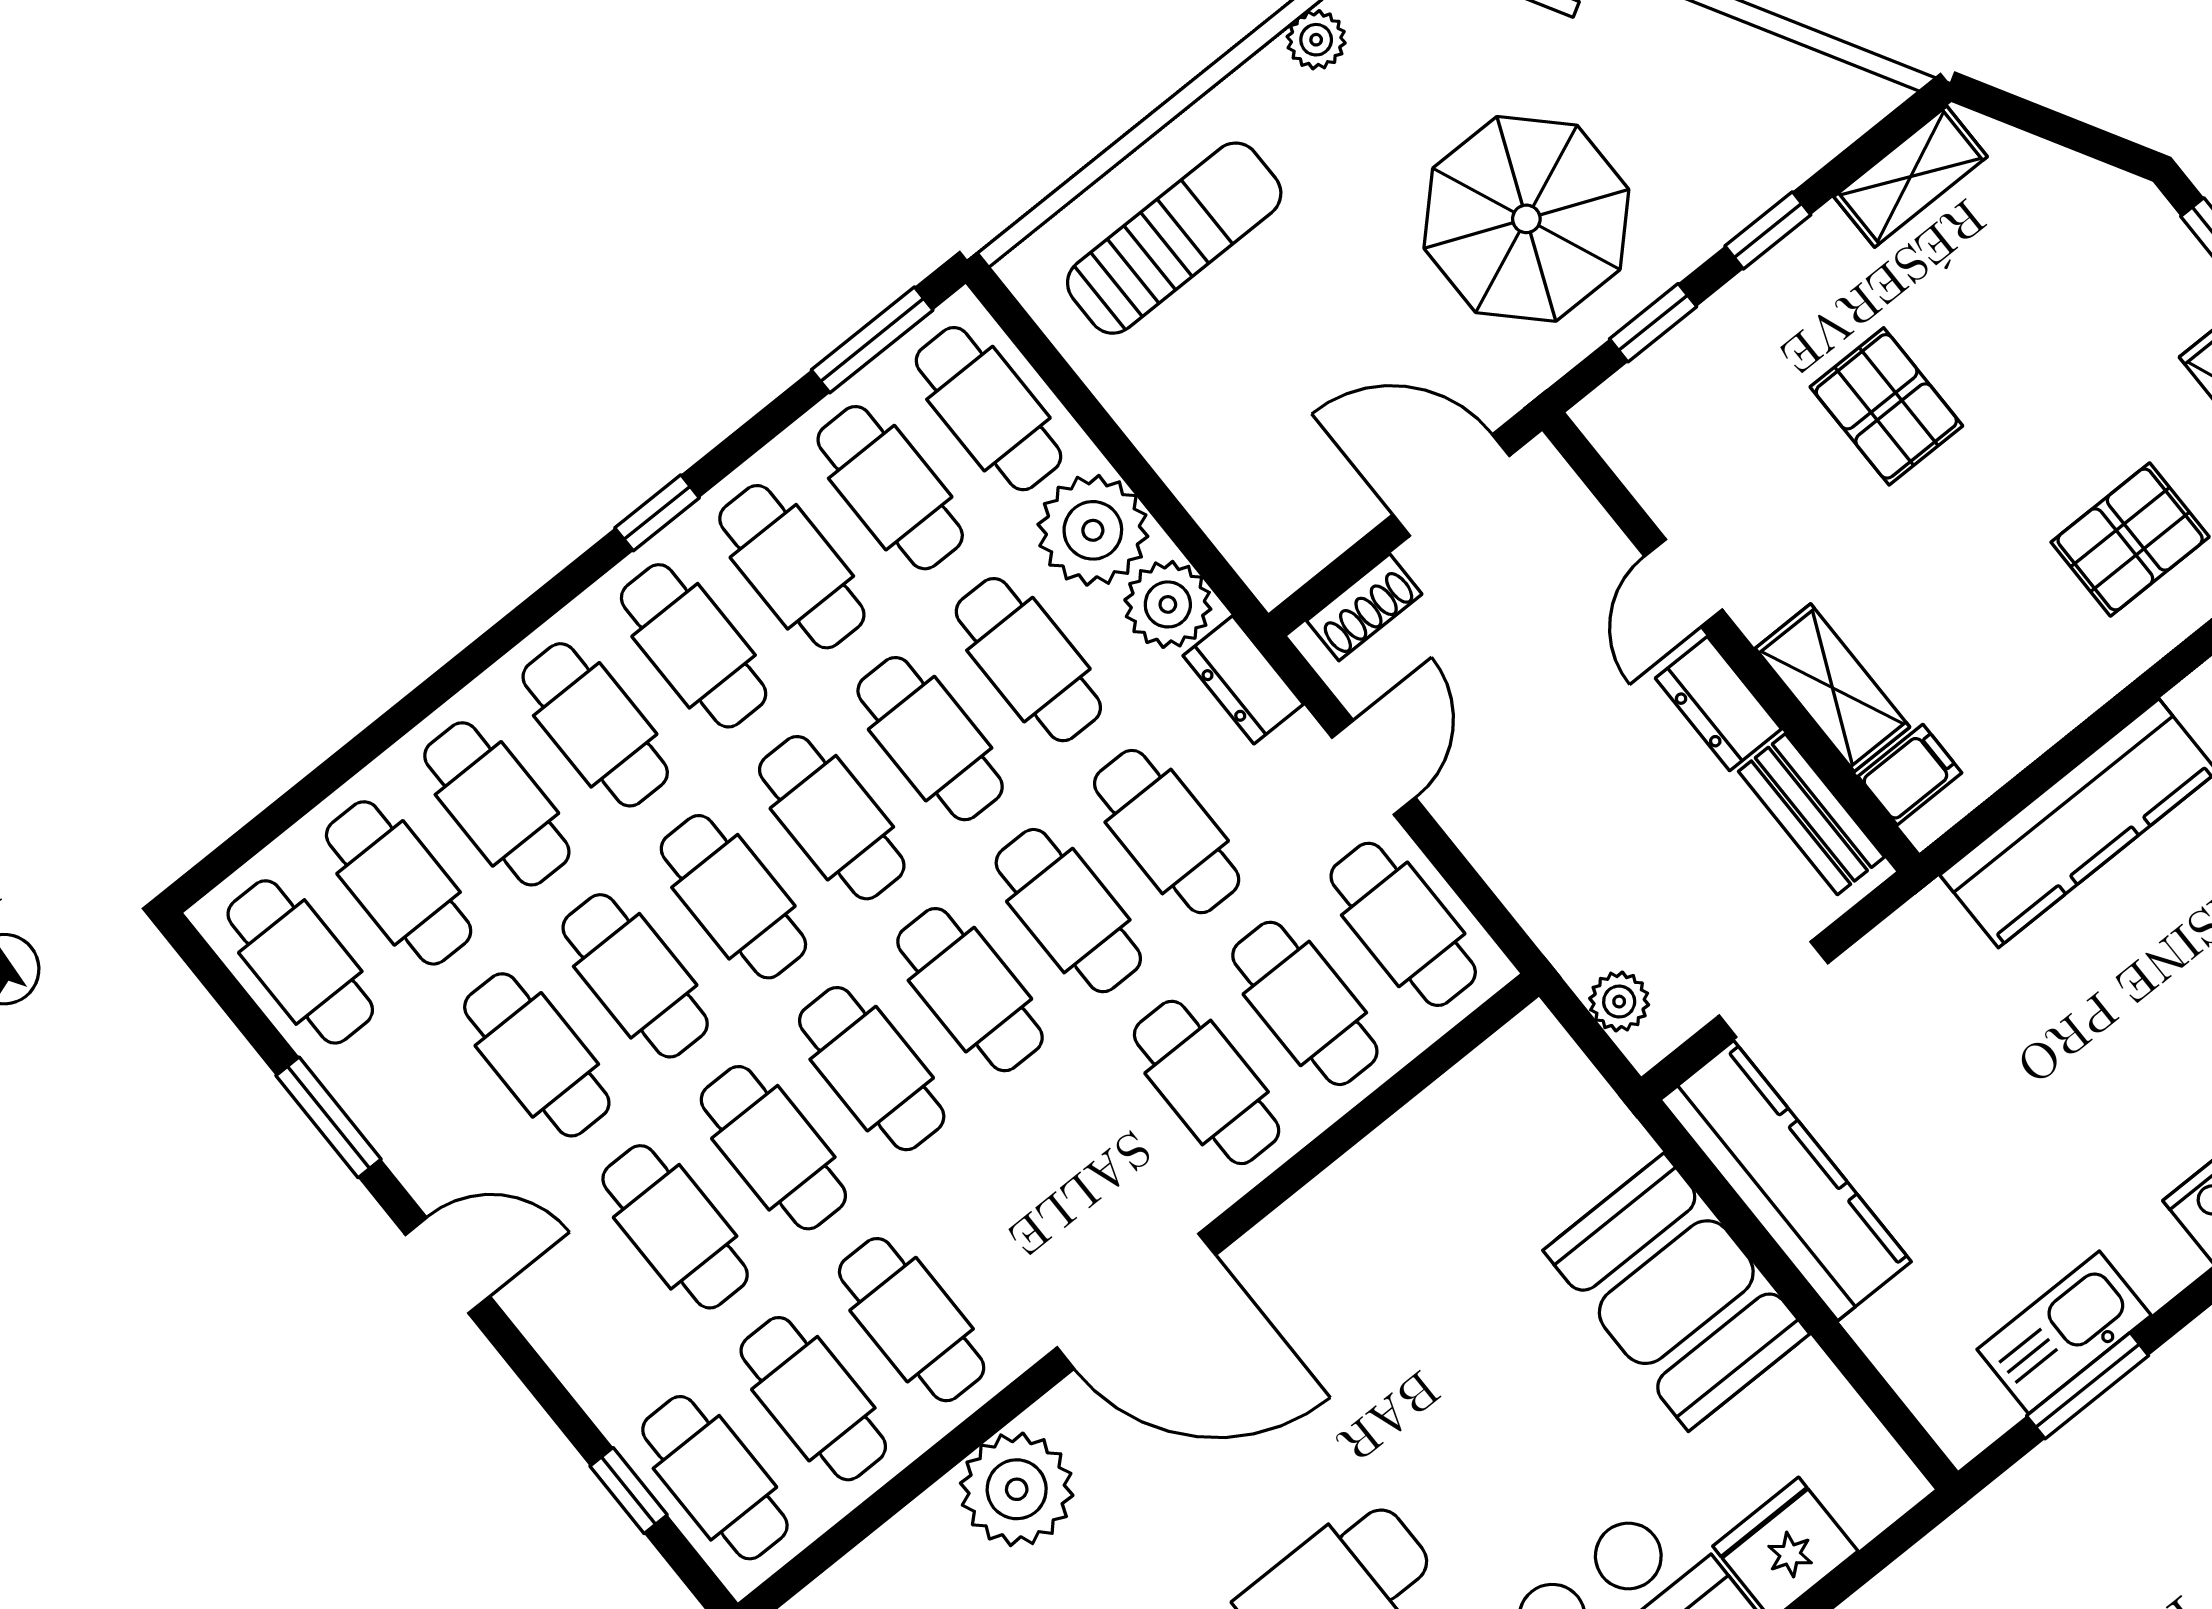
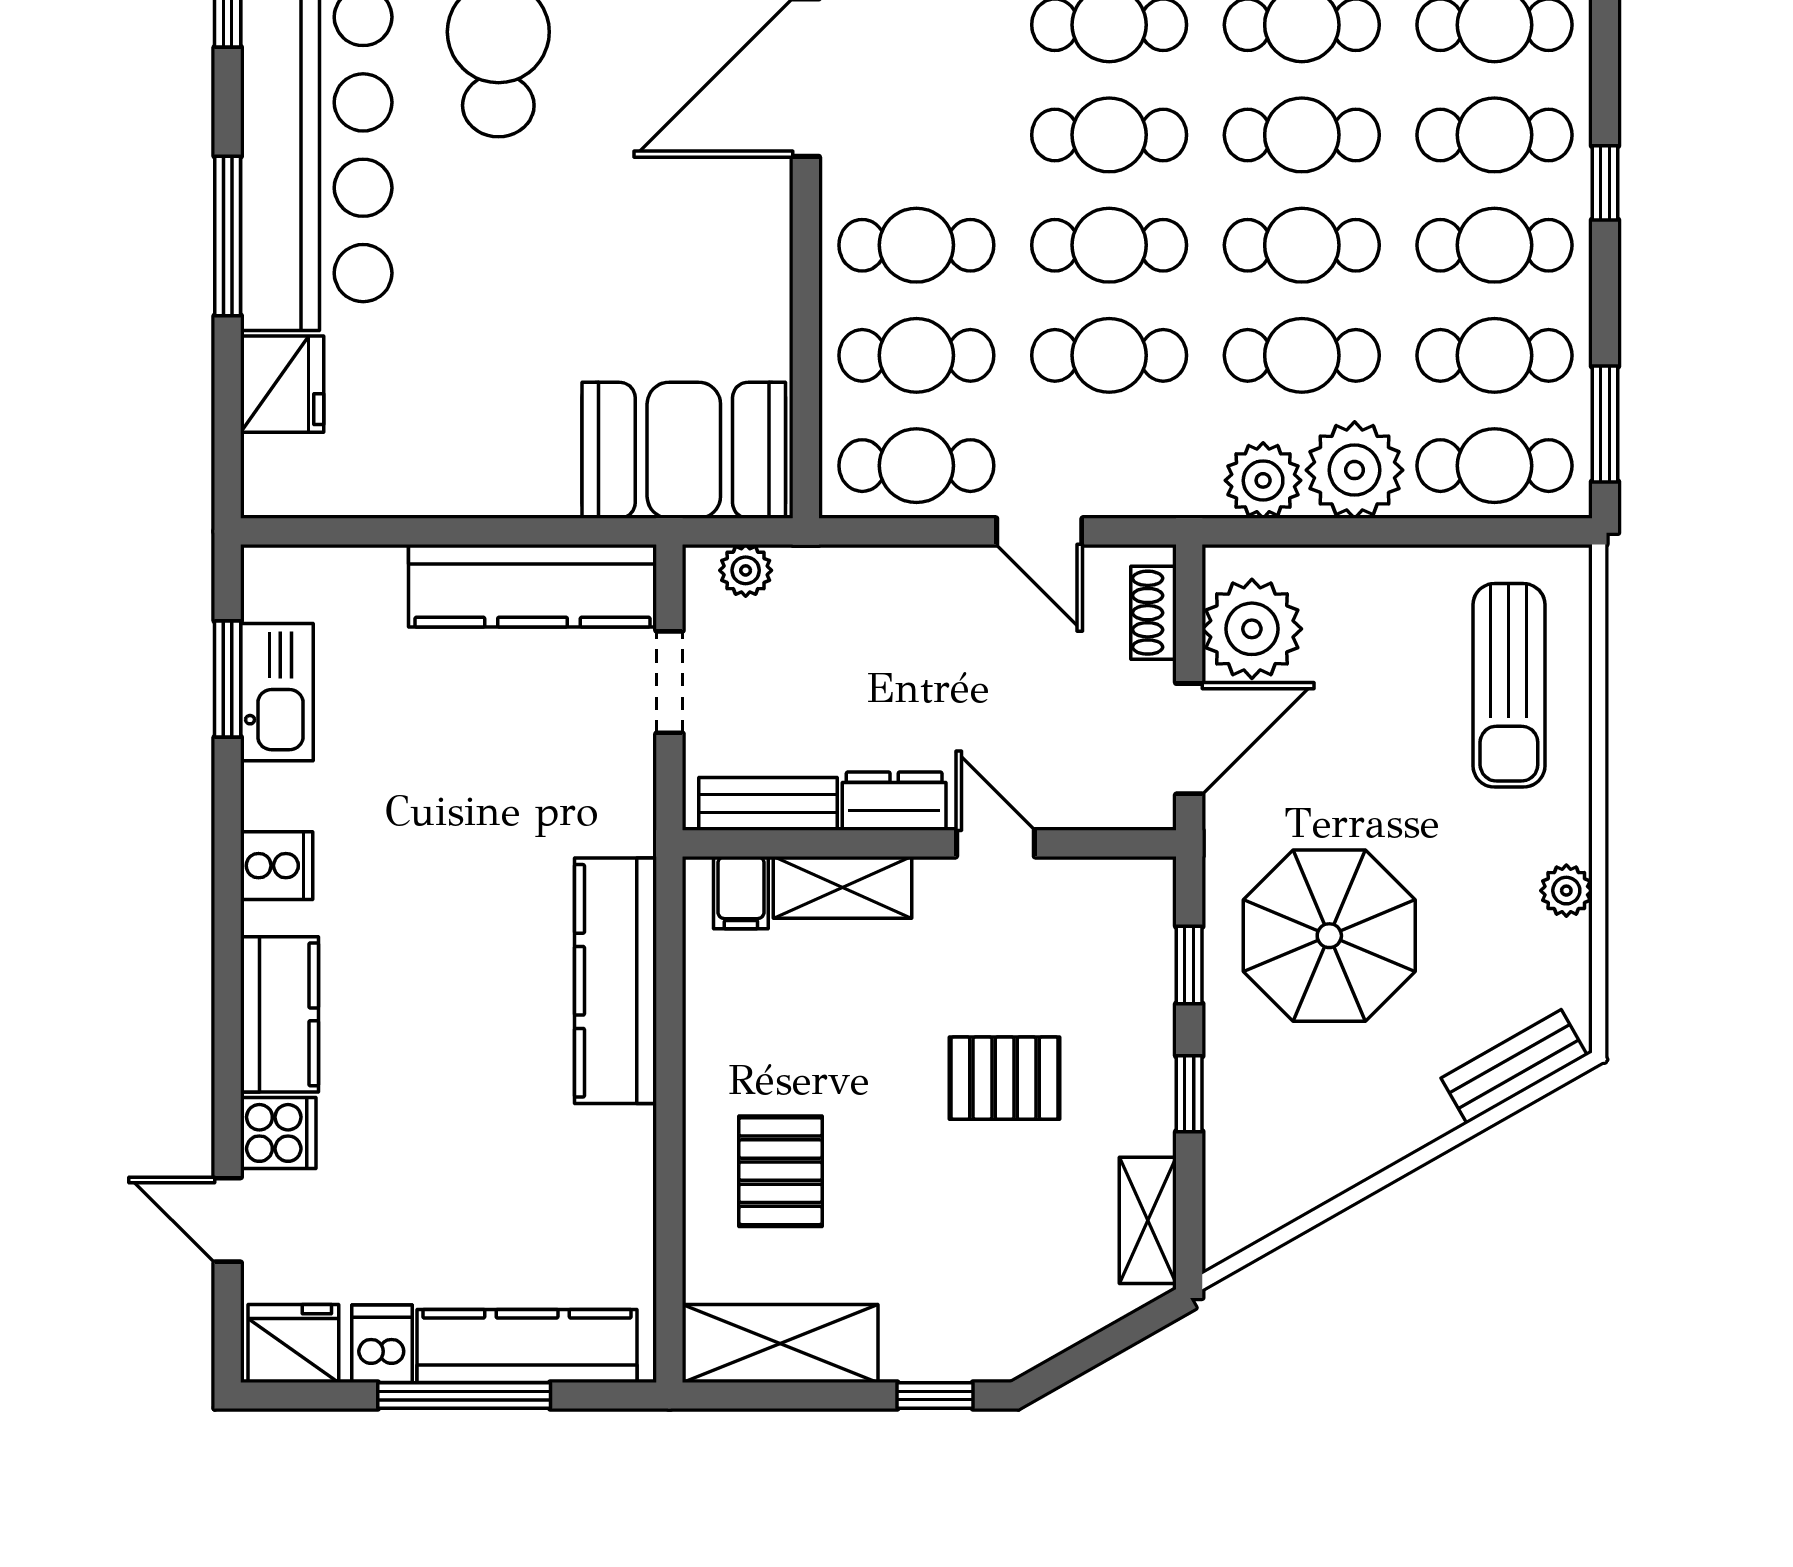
plant: (1308, 508) -> (1252, 629), added
dresser: (1243, 680) -> (1170, 491), removed
booth: (1676, 1292) -> (684, 450), moved

